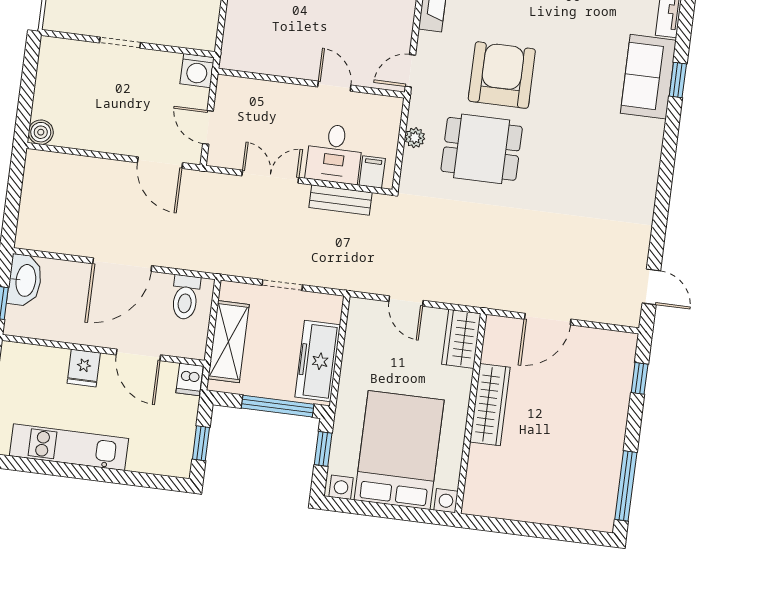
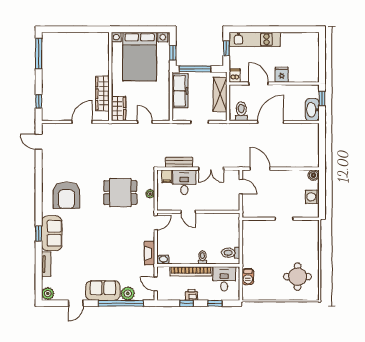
washing machine: (197, 71) -> (312, 197), moved, turned -90
armchair: (502, 75) -> (66, 195), moved
wardrobe: (490, 405) -> (102, 94), moved
kitchen unit: (69, 447) -> (255, 39), moved

